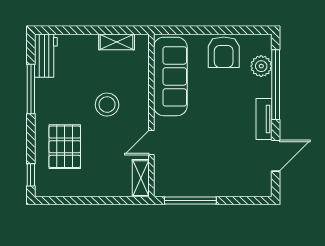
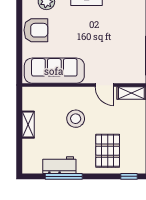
shelving: (117, 42) -> (28, 125), moved
workbench: (46, 56) -> (59, 165), moved
pallet: (65, 147) -> (108, 151), turned 90

